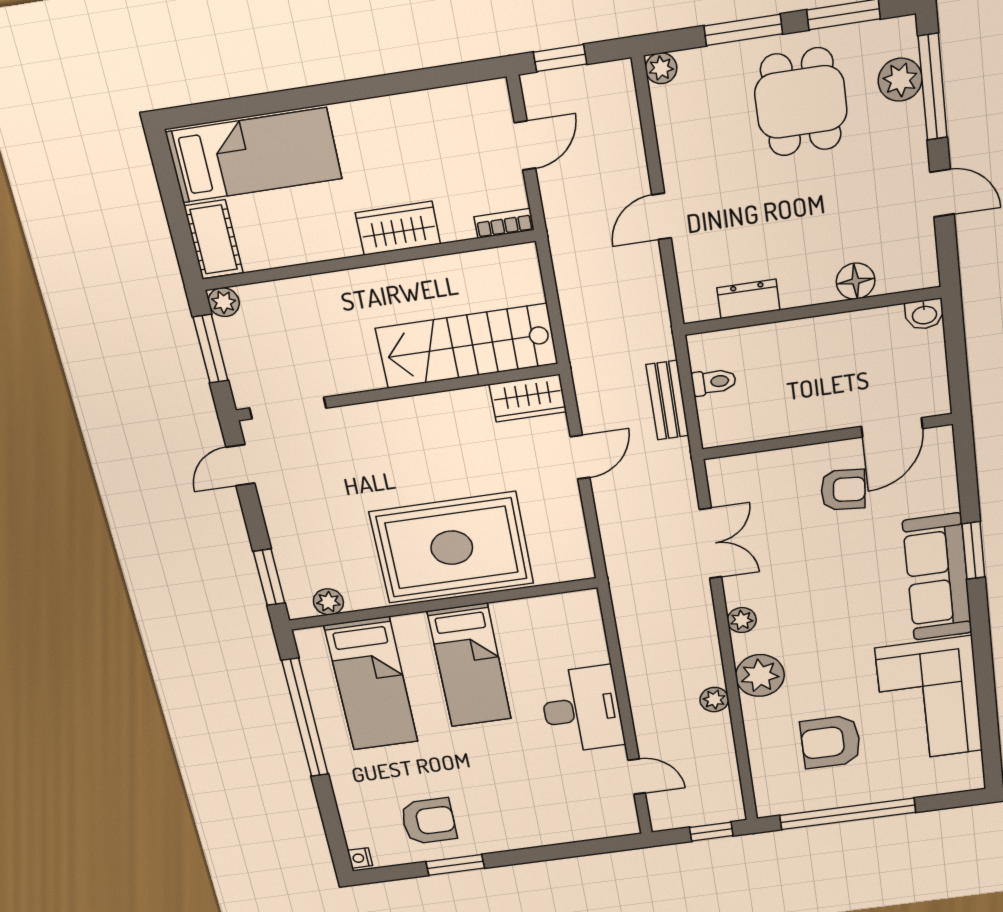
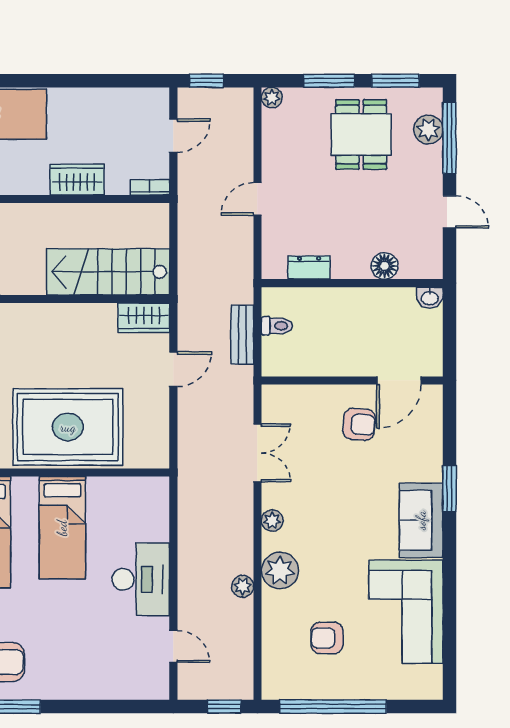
sofa: (937, 577) -> (421, 520), width x0.73
armchair: (831, 742) -> (327, 638), width x0.72, depth x0.72

